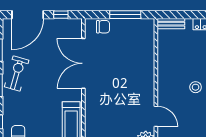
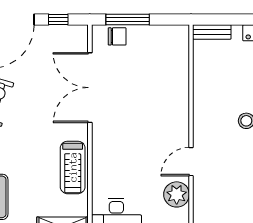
window: (125, 15) -> (128, 20), moved
door: (156, 116) -> (191, 162), swing flipped

